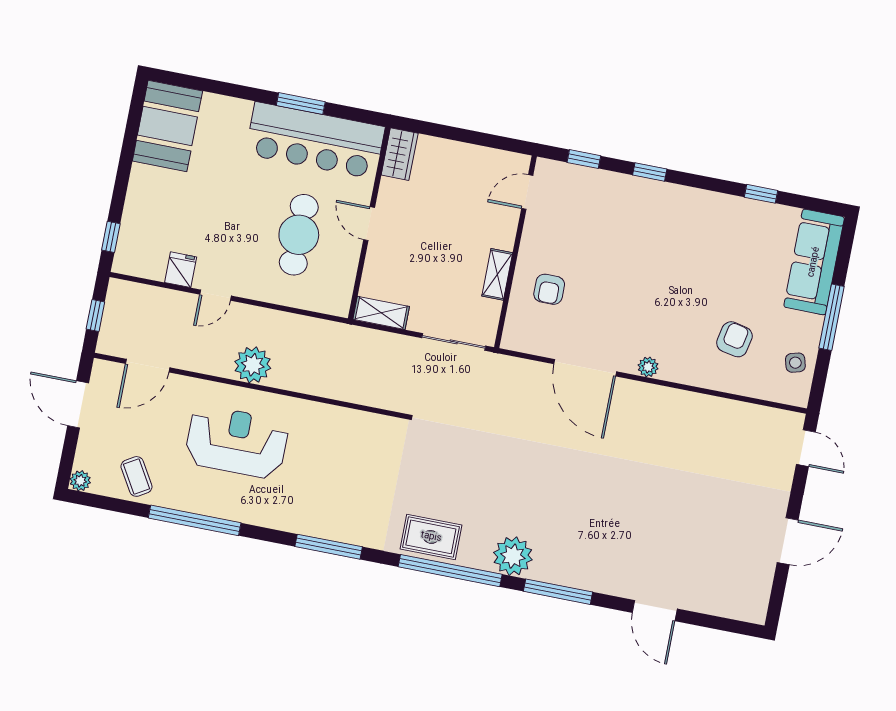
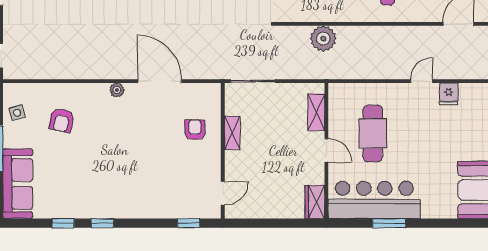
window: (650, 172) -> (103, 223), moved
shelving: (381, 313) -> (316, 112), moved, turned 90
plant: (253, 365) -> (323, 39), moved

